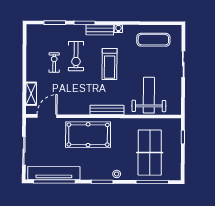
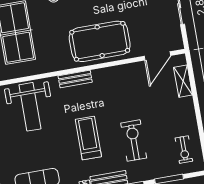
exercise bike: (54, 63) -> (184, 150), moved
bench: (107, 110) -> (75, 79), width x0.73

